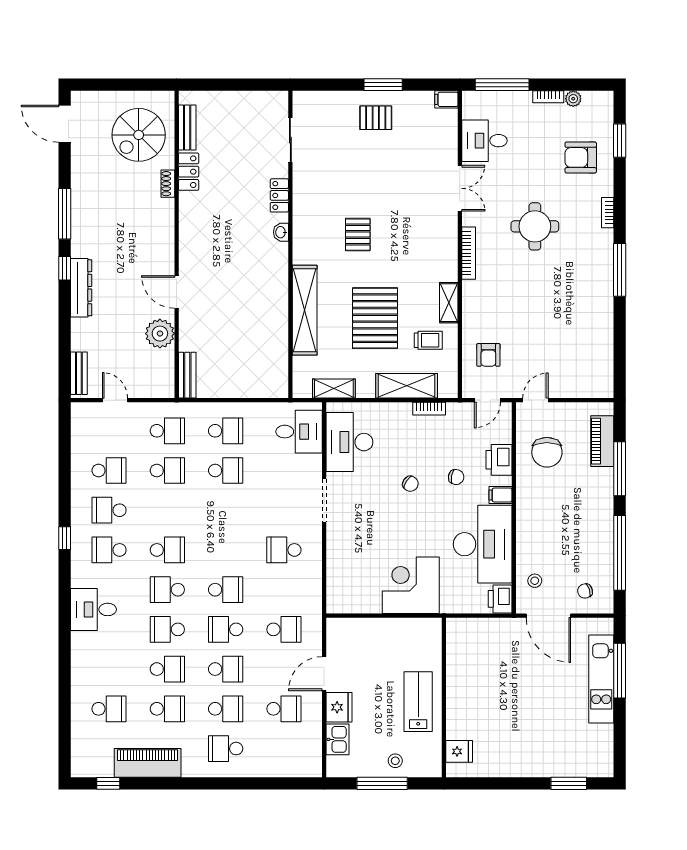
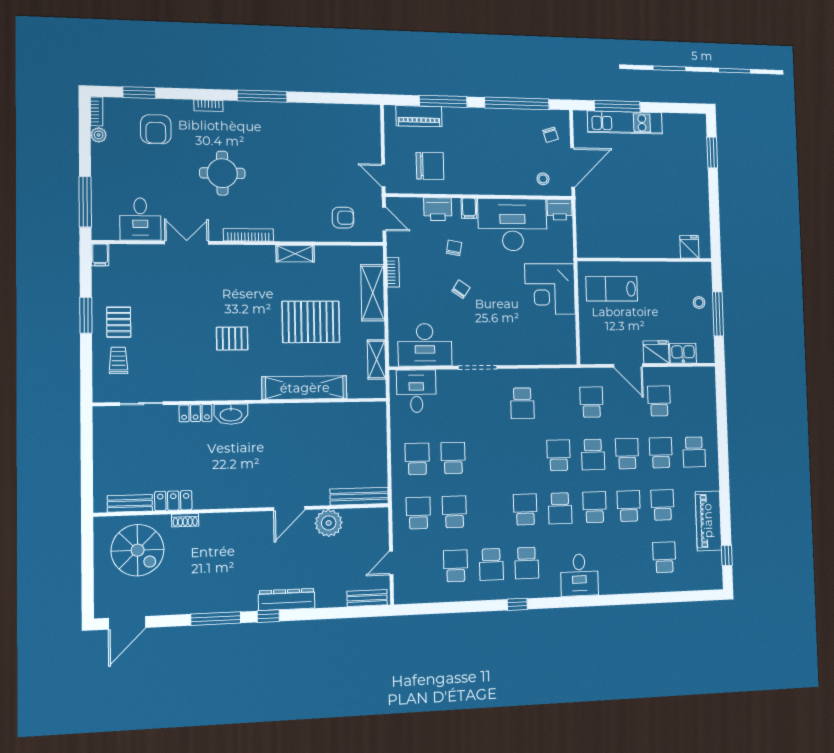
bookcase: (548, 97) -> (97, 111), moved
washbasin: (281, 232) -> (231, 414), width x1.91, depth x1.45
trolley: (428, 340) -> (118, 360), moved
bench: (187, 375) -> (359, 496), width x1.36
school desk: (167, 629) -> (595, 507), turned 180
lab bench: (418, 702) -> (612, 289), moved

